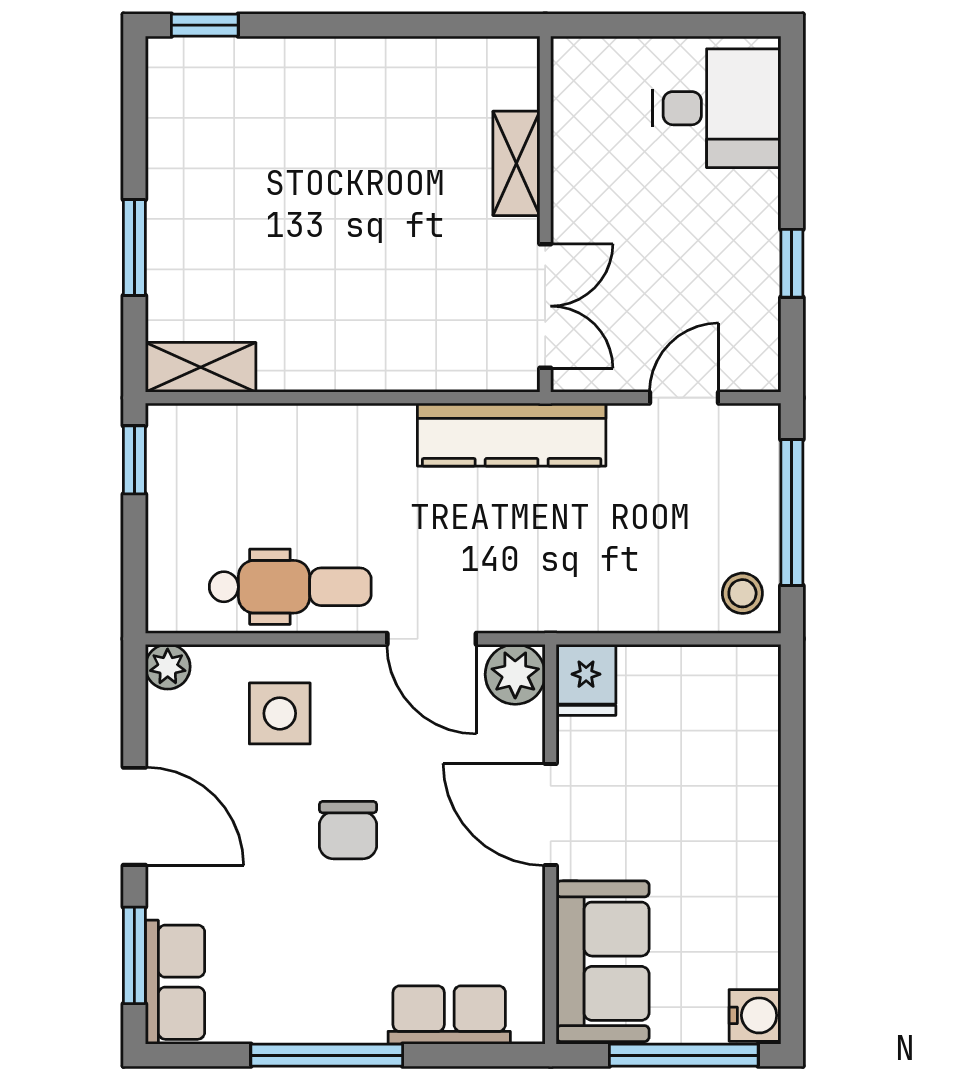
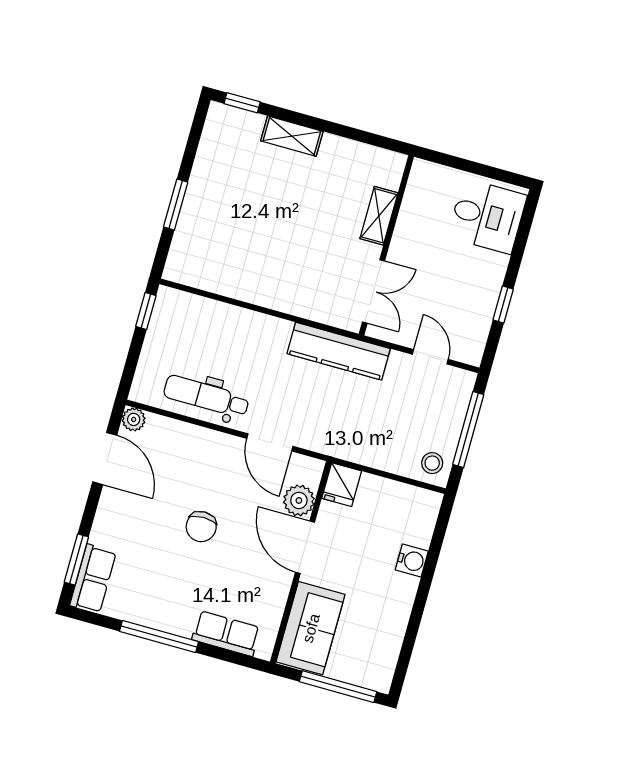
shelving: (201, 367) -> (292, 136), moved
door: (684, 398) -> (430, 357), hinge flipped
dental chair: (290, 587) -> (206, 396), turned 180
plant: (515, 674) -> (299, 500), moved
side table: (280, 713) -> (183, 459), removed
door: (134, 816) -> (105, 459), moved
water cooler: (755, 1015) -> (412, 561), moved

